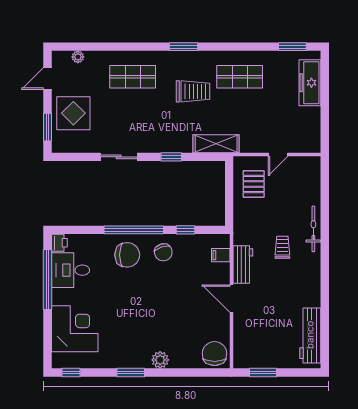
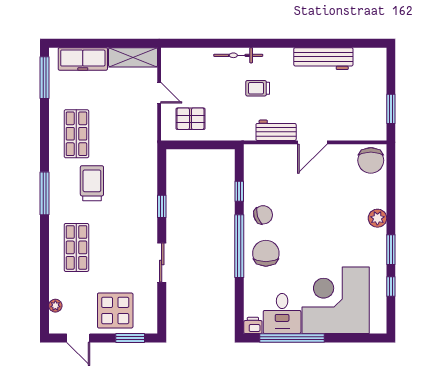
window: (184, 47) -> (45, 193), width x1.44
window: (292, 47) -> (45, 78), width x1.44
shelving: (216, 144) -> (133, 57), moved, turned 90
filing cabinet: (221, 255) -> (266, 154), removed
corner desk: (75, 329) -> (336, 300), width x1.36, depth x1.36
workbench: (310, 335) -> (323, 59), moved
chair: (215, 354) -> (371, 160), turned -90
window: (71, 373) -> (391, 287), moved

